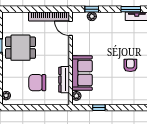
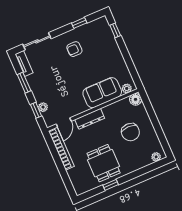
window: (131, 9) -> (24, 83), moved
dresser: (64, 80) -> (90, 119), moved
floor lamp: (64, 99) -> (136, 99), added
window: (99, 108) -> (115, 30), moved

